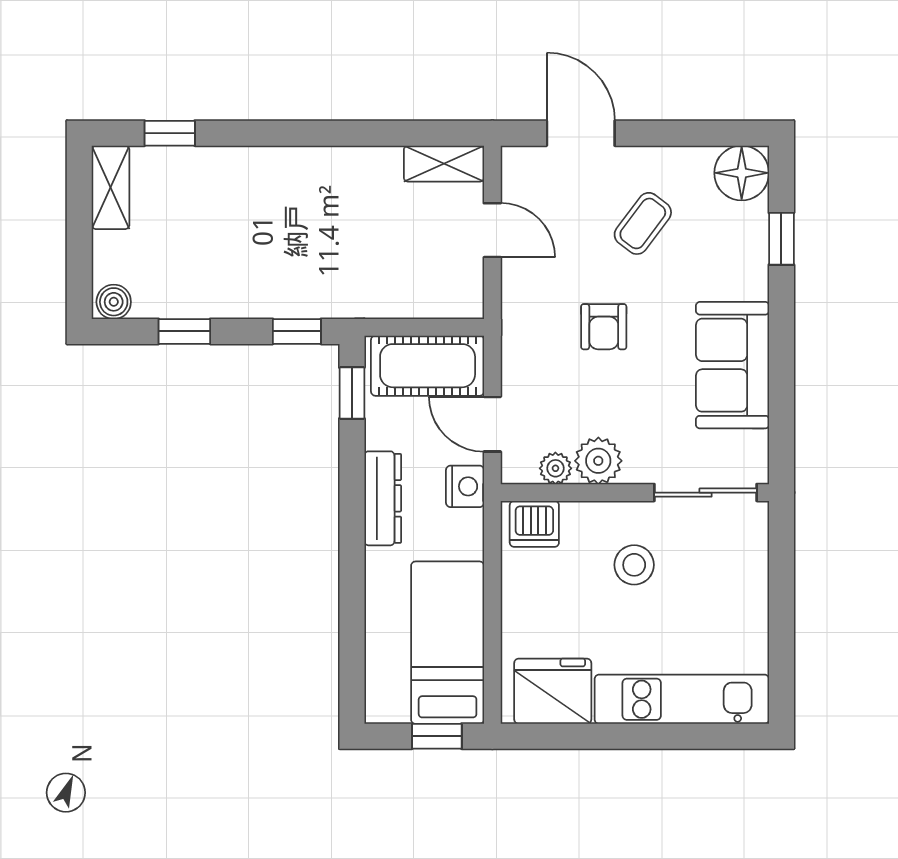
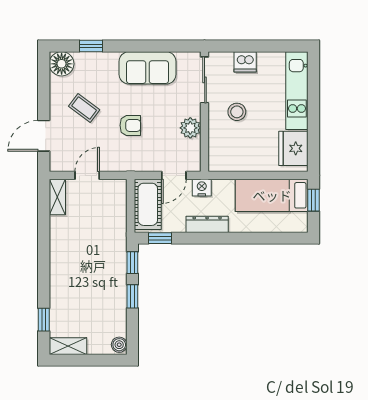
window: (184, 331) -> (132, 296), moved
plant: (555, 468) -> (194, 147), removed
dishwasher: (534, 524) -> (245, 62), moved, turned 90

